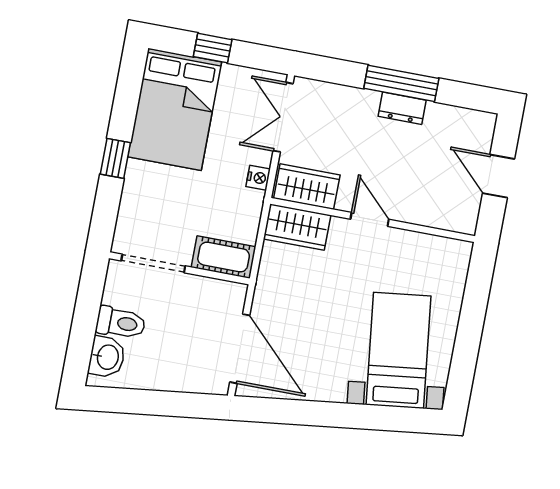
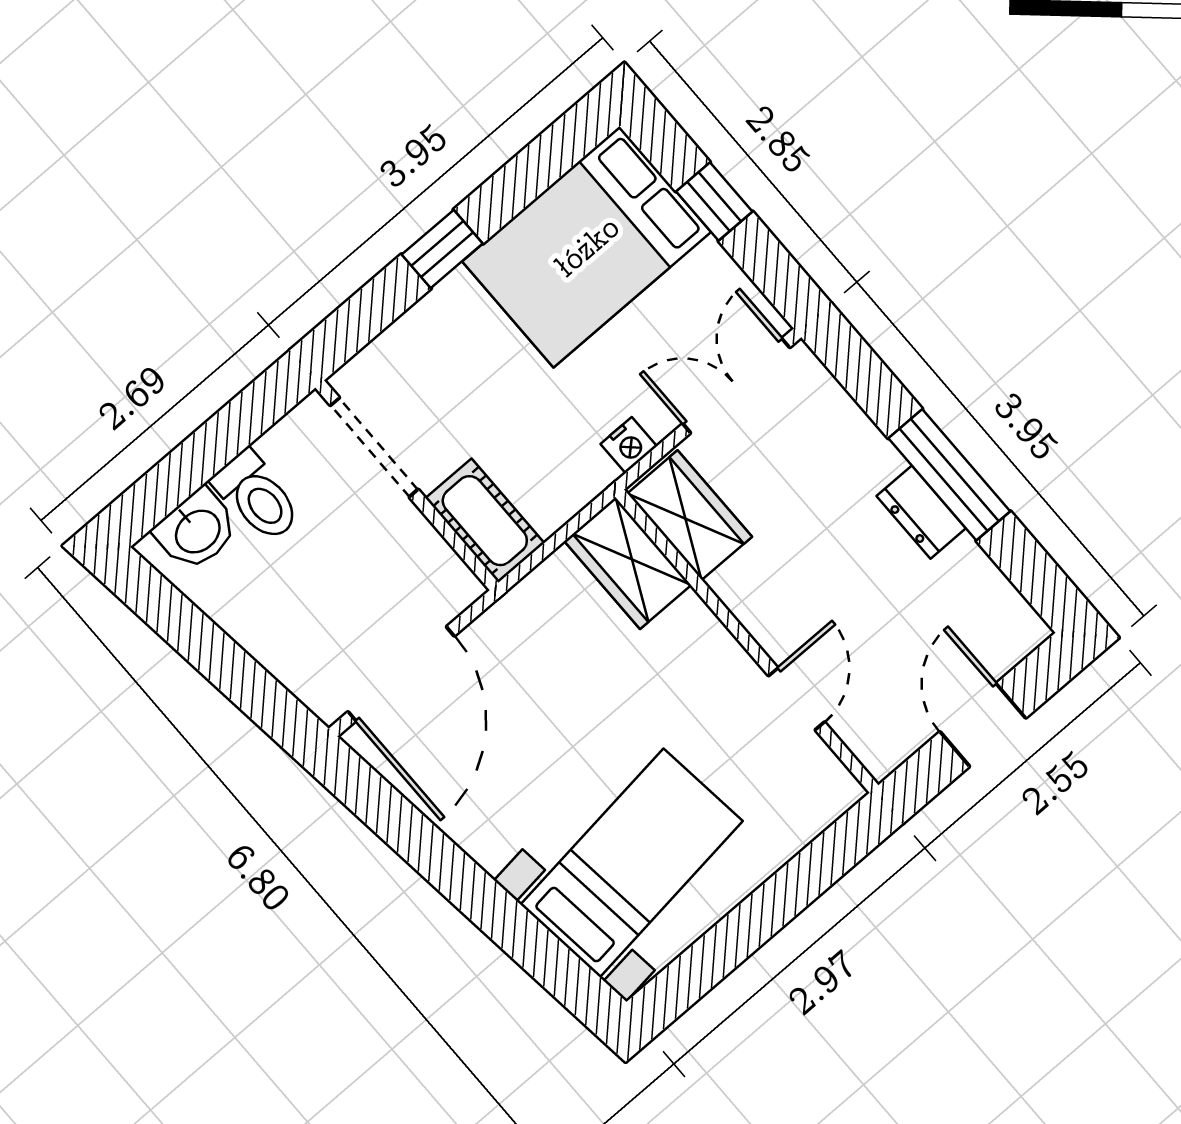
door: (370, 219) -> (796, 699), moved

